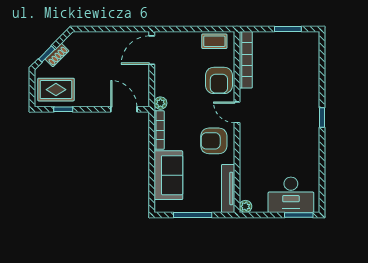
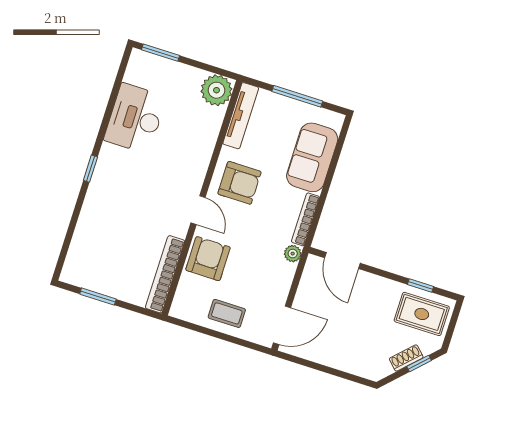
coffee table: (214, 41) -> (227, 313), moved
desk: (291, 195) -> (135, 118), moved, turned -90
plant: (245, 206) -> (217, 90), width x1.87, depth x1.87

